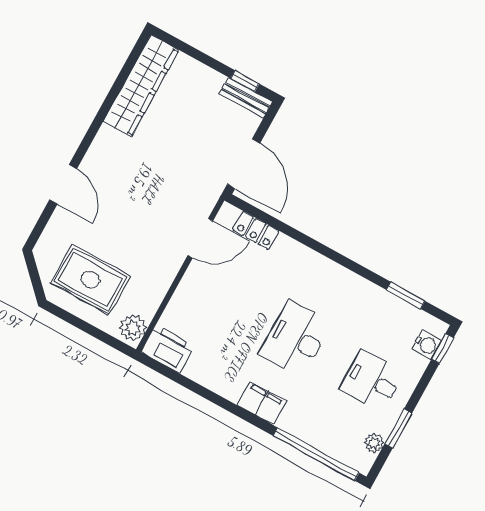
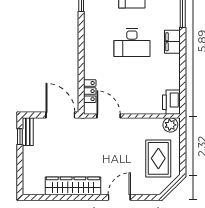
wardrobe: (141, 86) -> (73, 186), moved
door: (244, 164) -> (60, 115), hinge flipped

